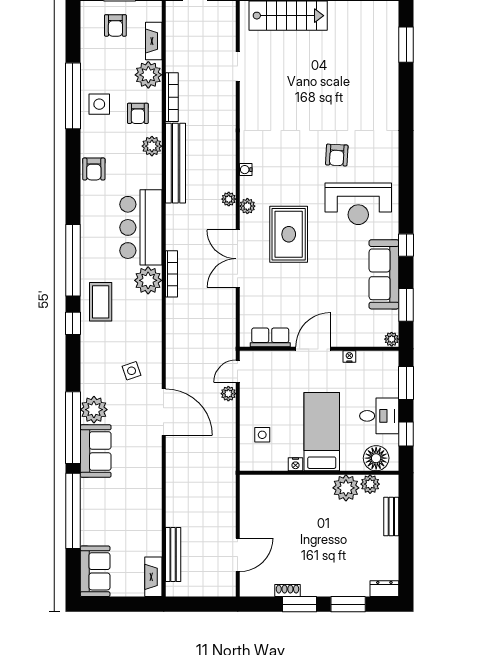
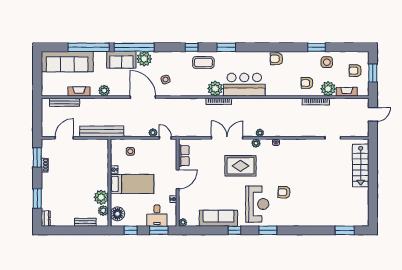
window: (73, 96) -> (317, 47), width x0.47
side table: (99, 104) -> (327, 62), moved
plant: (152, 146) -> (104, 91), moved
bench: (175, 163) -> (102, 131), moved
reception desk: (358, 204) -> (257, 204), turned 180
window: (73, 260) -> (226, 47), width x0.47
window: (406, 305) -> (268, 230), moved
door: (313, 349) -> (178, 179), hinge flipped
door: (164, 412) -> (143, 97), swing flipped
desk: (379, 416) -> (157, 216), moved
door: (238, 555) -> (64, 138), swing flipped
sofa: (95, 571) -> (67, 62), width x1.85, depth x1.27
fireplace: (153, 577) -> (79, 91), moved
window: (299, 604) -> (37, 158), moved

